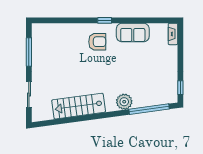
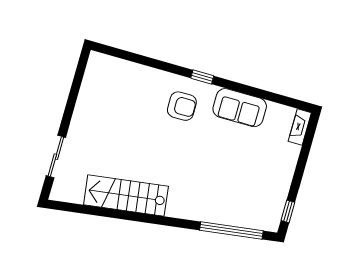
window: (29, 52) -> (74, 92), removed
plant: (124, 102) -> (197, 209), removed

